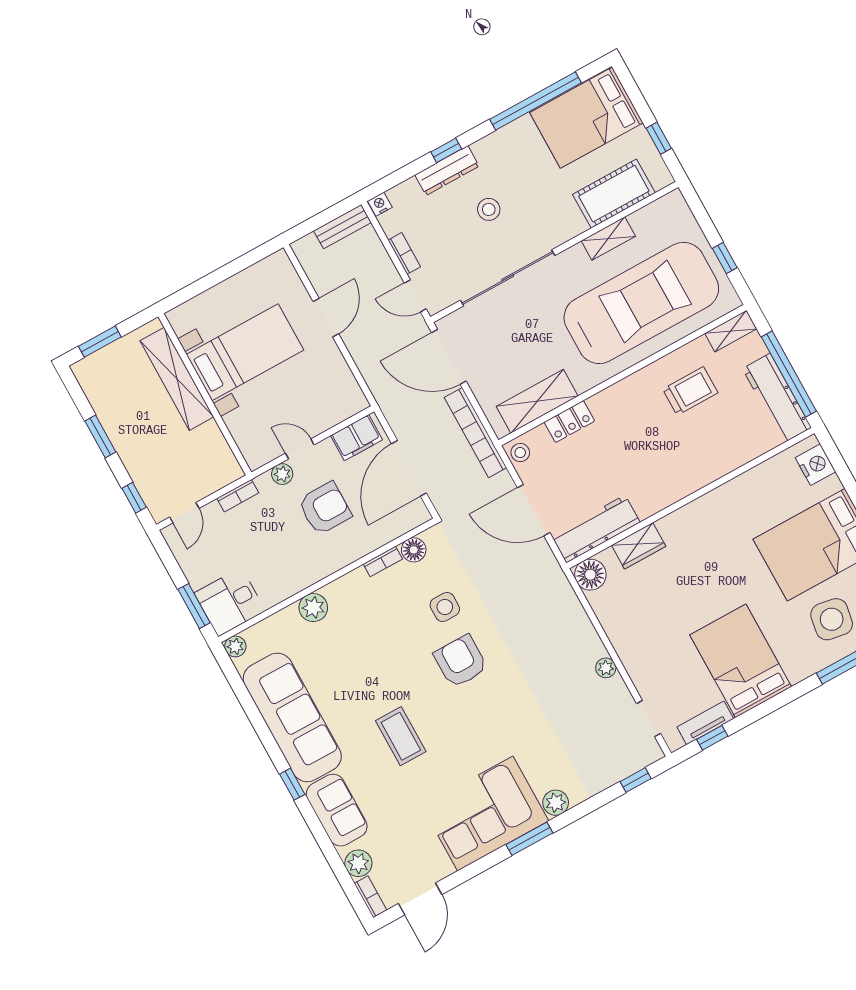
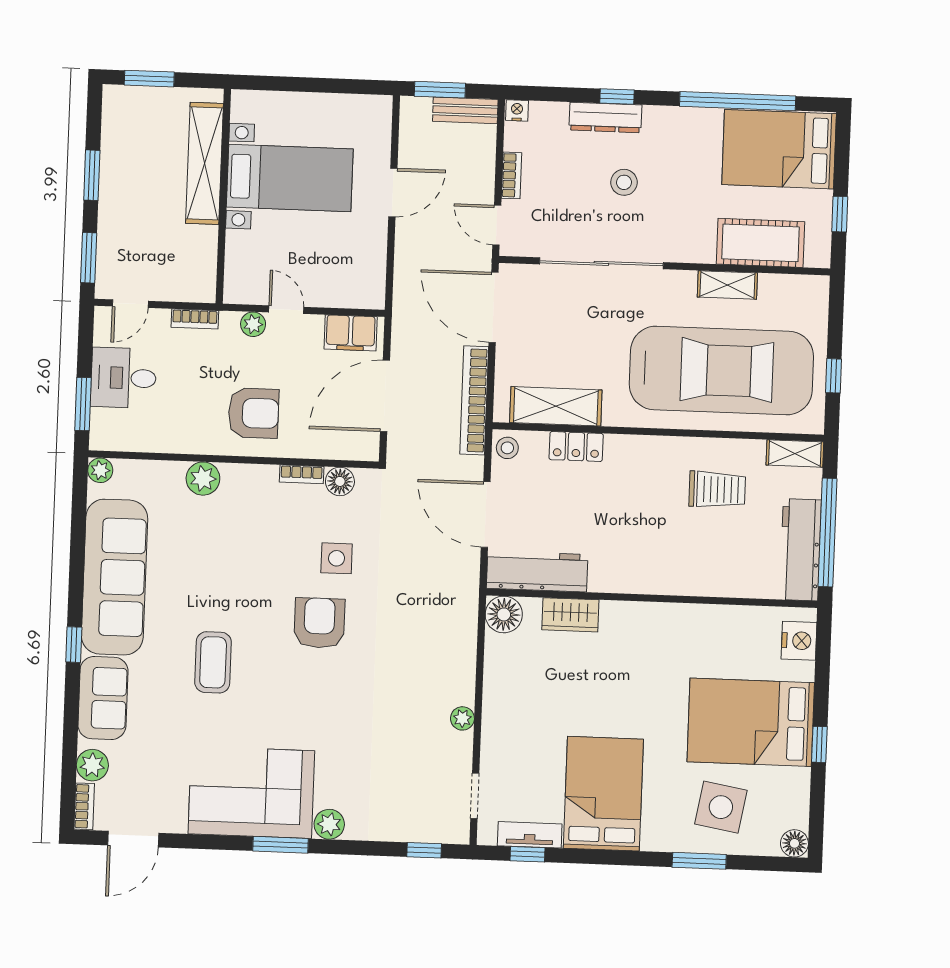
window: (315, 223) -> (440, 90), added
window: (134, 498) -> (89, 258), width x1.50
armchair: (325, 508) -> (254, 413), moved
desk: (230, 602) -> (124, 378), moved

